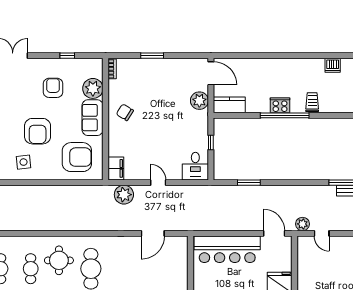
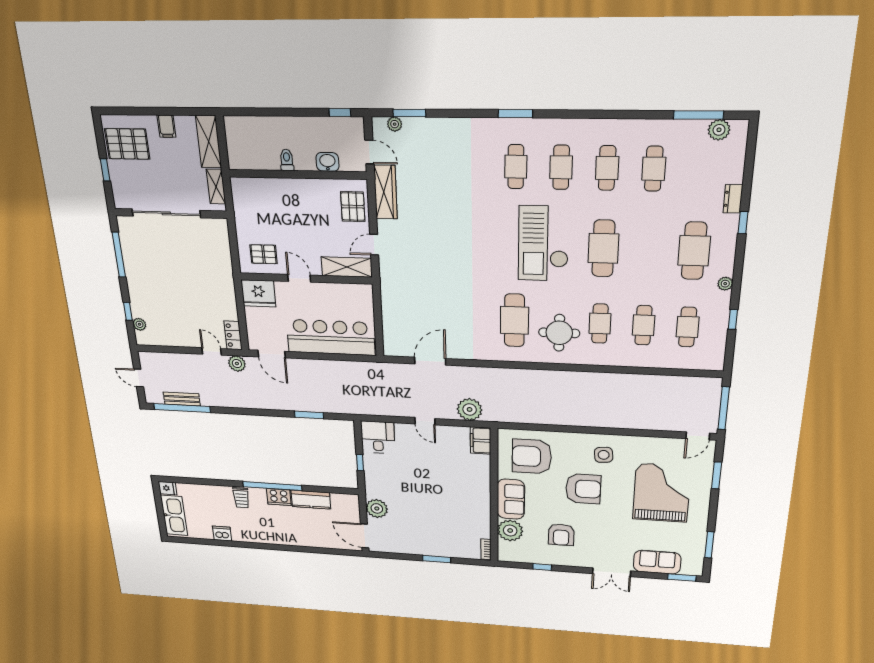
kitchen counter: (229, 105) -> (311, 500), moved
chair: (125, 112) -> (469, 502), removed
armchair: (38, 131) -> (583, 489), turned 90
locker: (303, 248) -> (233, 335), added

